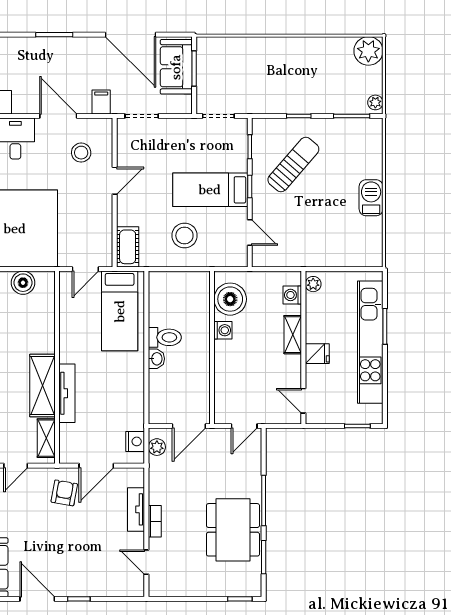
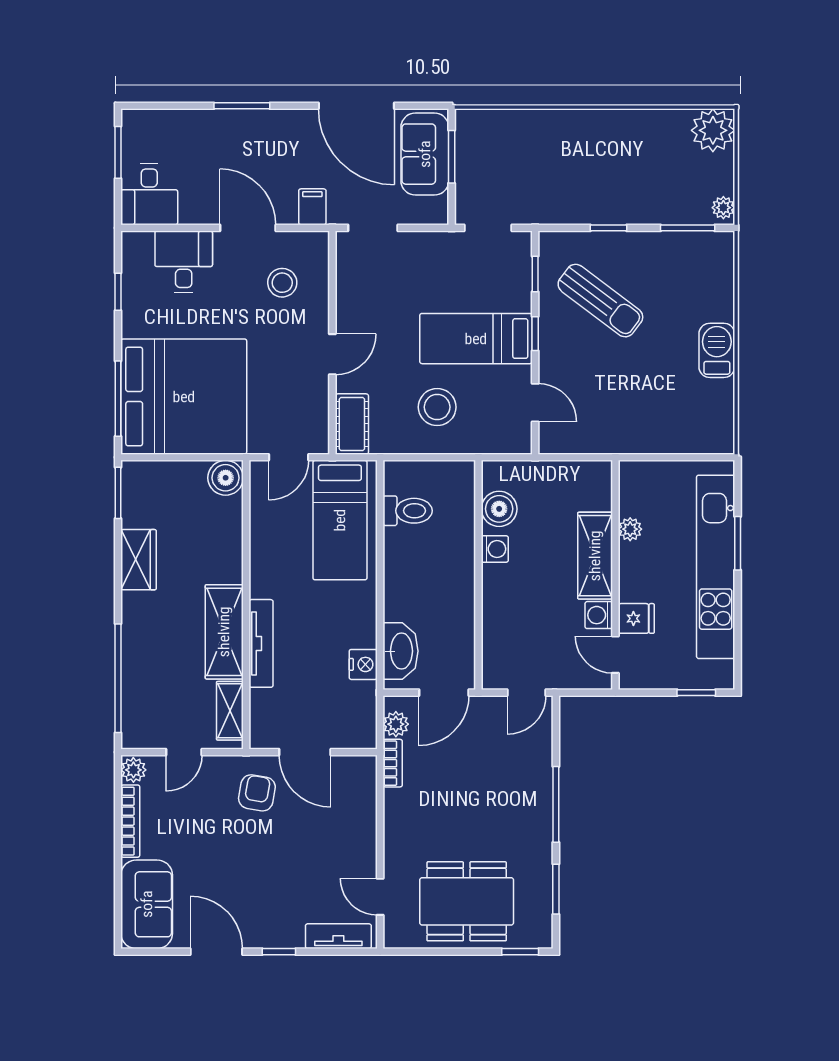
sun lounger: (293, 165) -> (600, 301), turned 86
door: (115, 181) -> (332, 354), moved
boiler: (23, 283) -> (226, 478), moved
plant: (313, 284) -> (630, 529), moved
washing machine: (292, 295) -> (599, 615), moved
boiler: (230, 299) -> (499, 509), width x0.73, depth x0.73
shelving: (293, 335) -> (595, 556), width x1.50, depth x1.33
toilet: (165, 337) -> (408, 511), moved
fridge: (317, 354) -> (636, 618), moved
washbasin: (156, 359) -> (400, 651), moved, width x1.91, depth x1.45
nightstand: (135, 441) -> (363, 664), moved
door: (96, 466) -> (305, 752), hinge flipped
tv unit: (136, 509) -> (338, 936), moved, turned 90
bookcase: (155, 521) -> (393, 763), moved
dining table: (233, 530) -> (467, 901), moved, turned 90

